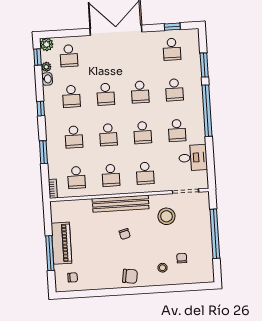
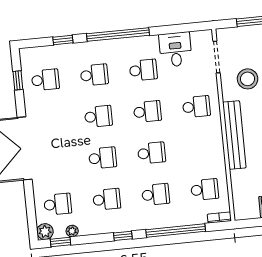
window: (204, 65) -> (63, 40), width x0.67
washbasin: (47, 79) -> (87, 229), removed
window: (43, 152) -> (176, 231), width x2.11
school desk: (111, 175) -> (200, 148), removed

